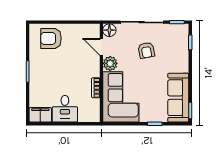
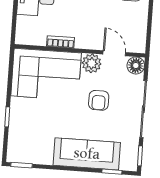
door: (101, 47) -> (114, 53), hinge flipped
armchair: (146, 50) -> (99, 100), moved, turned -79
sofa: (178, 98) -> (87, 154), moved

